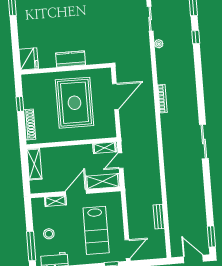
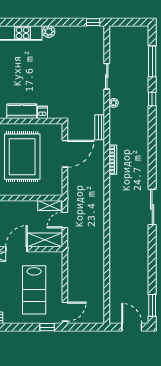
dishwasher: (91, 58) -> (42, 112), added
bench: (159, 217) -> (100, 127), moved

